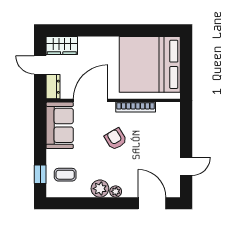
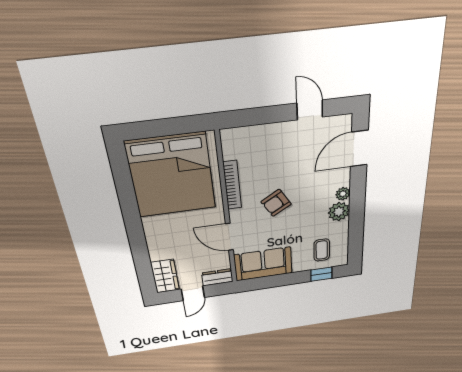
door: (91, 100) -> (229, 237), width x0.73

